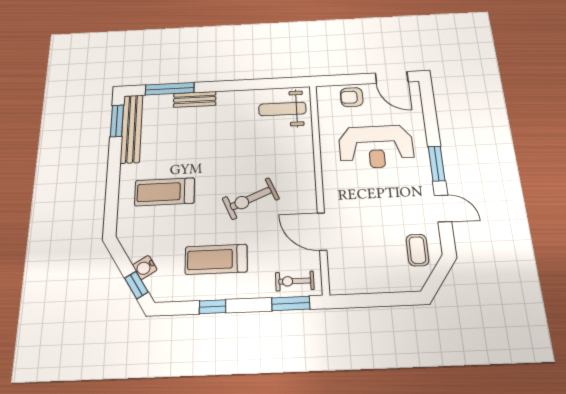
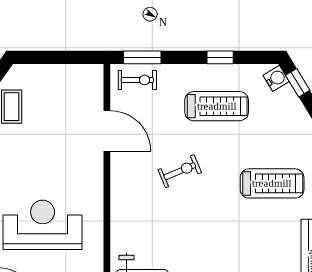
exercise bike: (251, 199) -> (180, 171), width x0.73, depth x0.72
water cooler: (145, 267) -> (276, 78), moved

